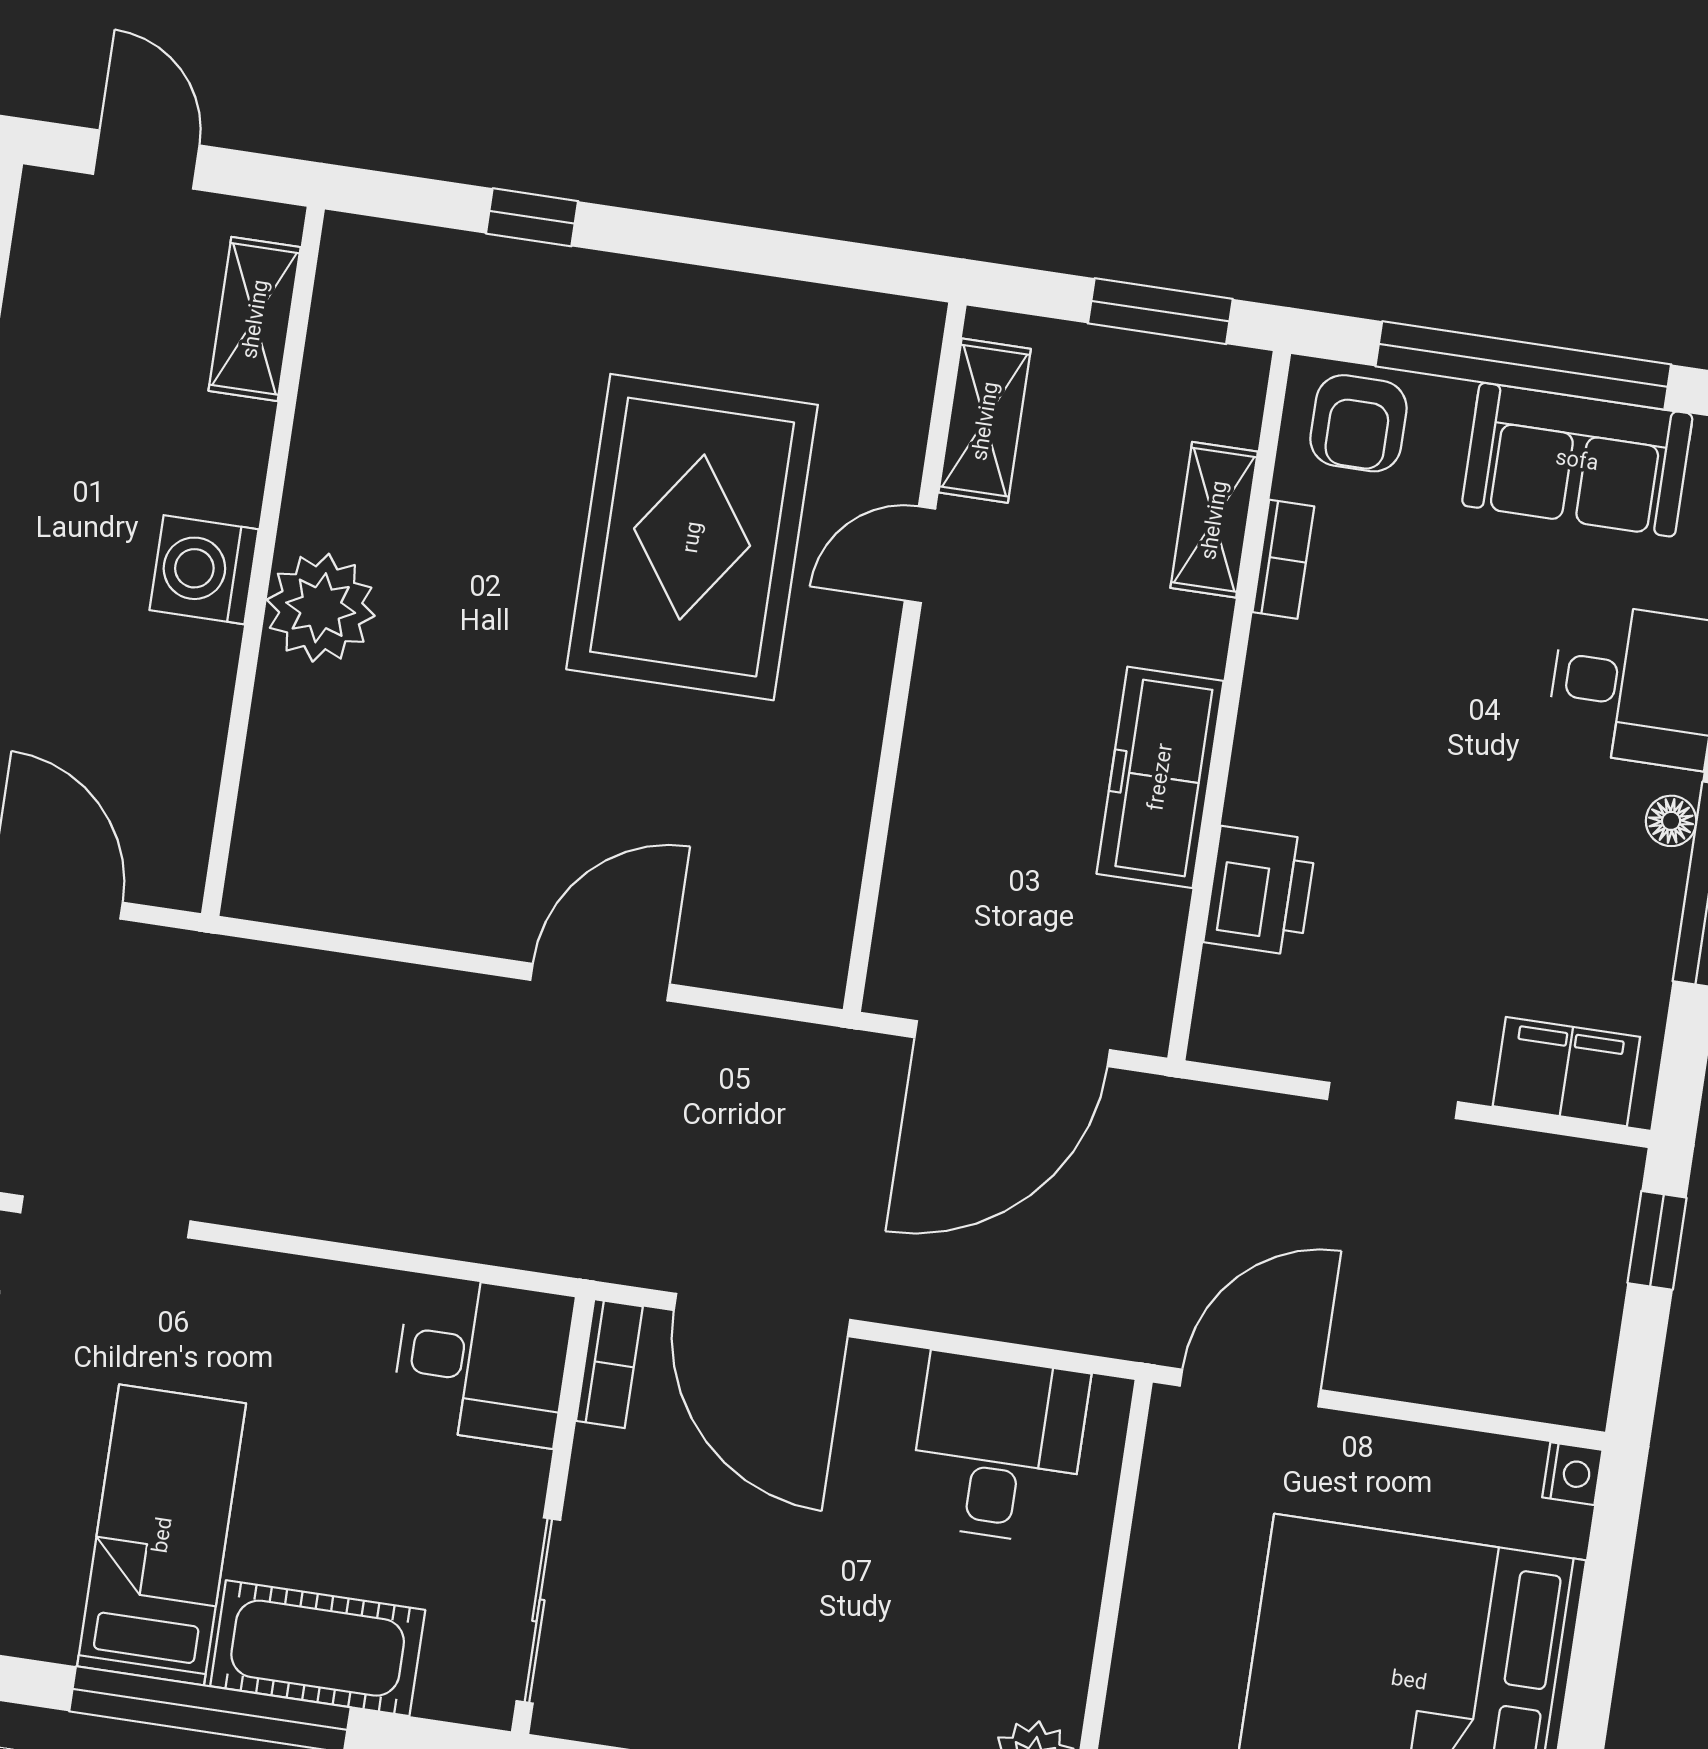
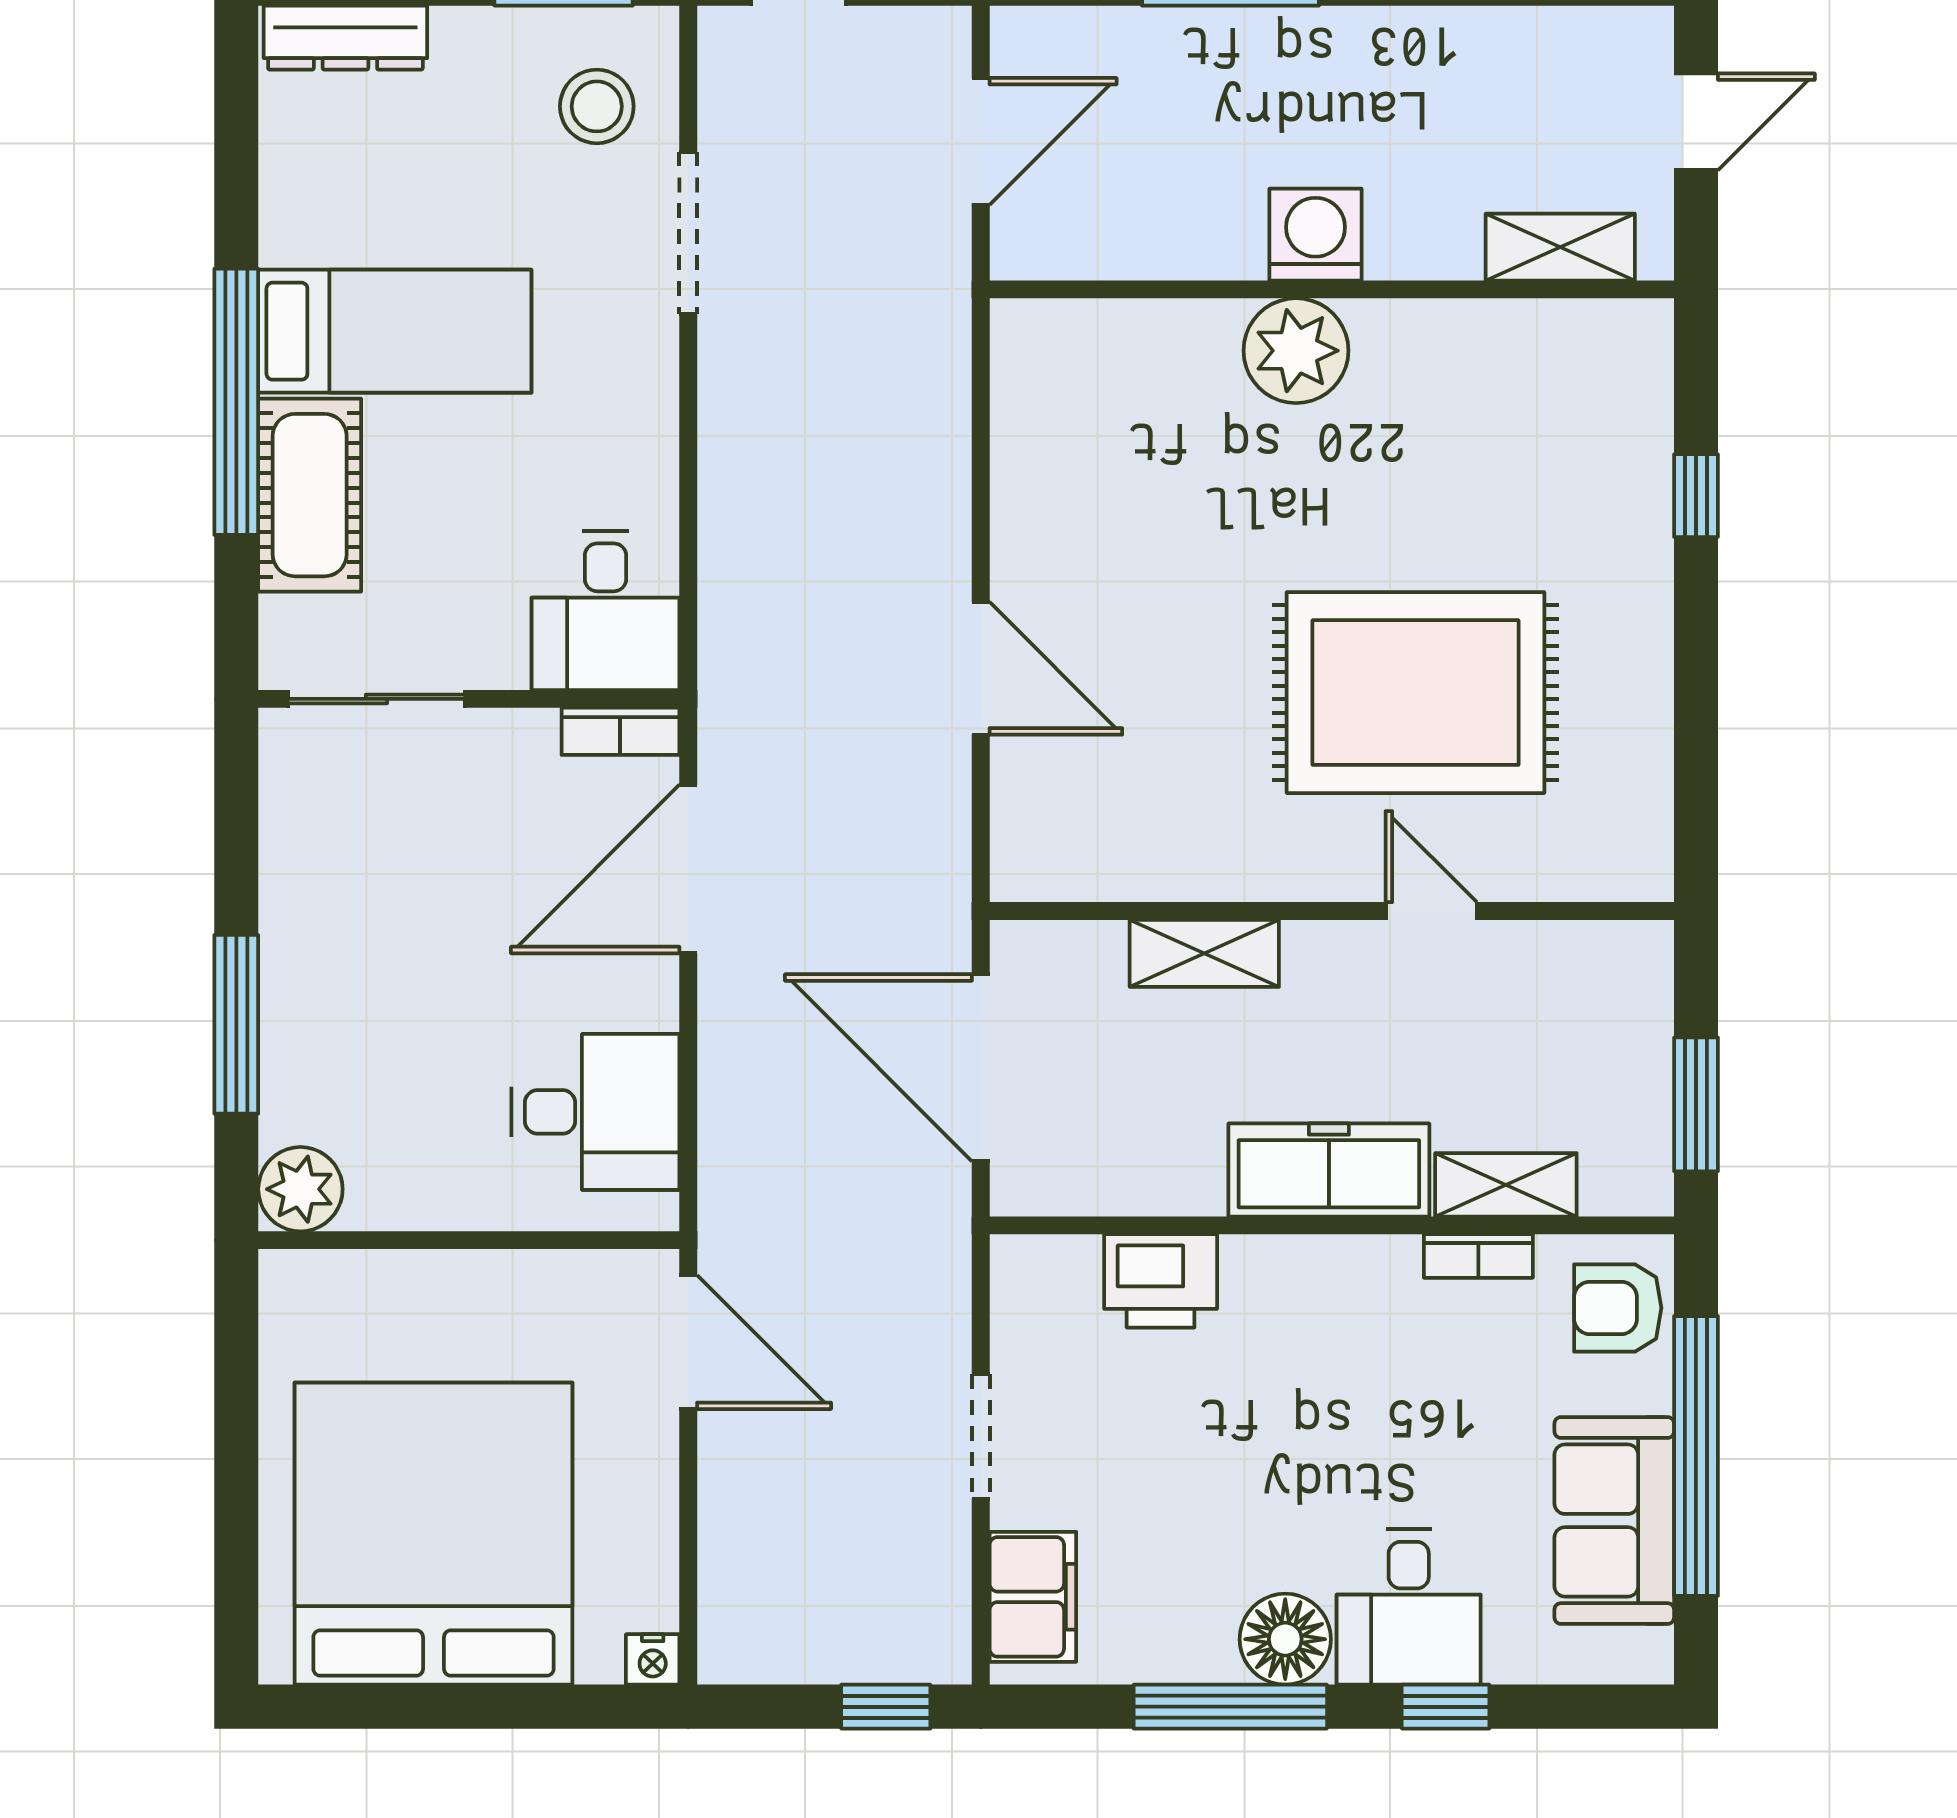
shelving: (985, 421) -> (1204, 953), moved
freezer: (1160, 777) -> (1329, 1170), moved
floor lamp: (1671, 821) -> (1285, 1639), width x1.89, depth x1.89

